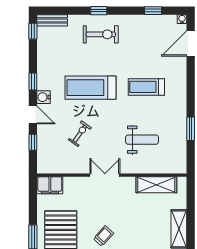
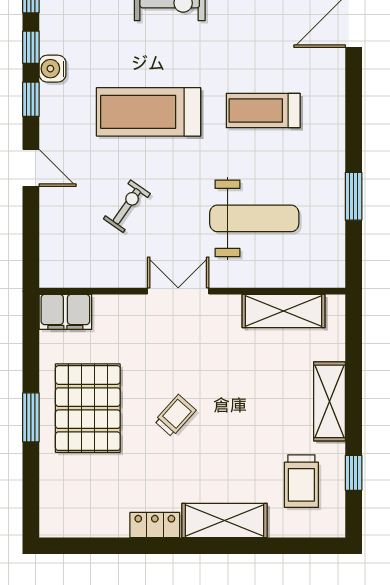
water cooler: (44, 97) -> (53, 69), moved
weight bench: (142, 140) -> (254, 218), width x1.36, depth x1.33
window: (33, 142) -> (31, 47), moved

